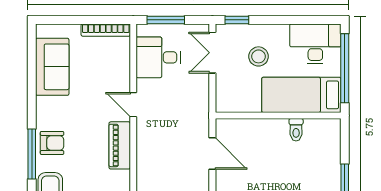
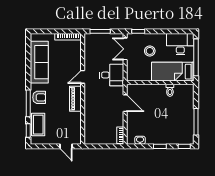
desk: (158, 57) -> (112, 75), moved, turned 180
sofa: (52, 67) -> (39, 62), width x1.36
door: (133, 105) -> (83, 77), hinge flipped

